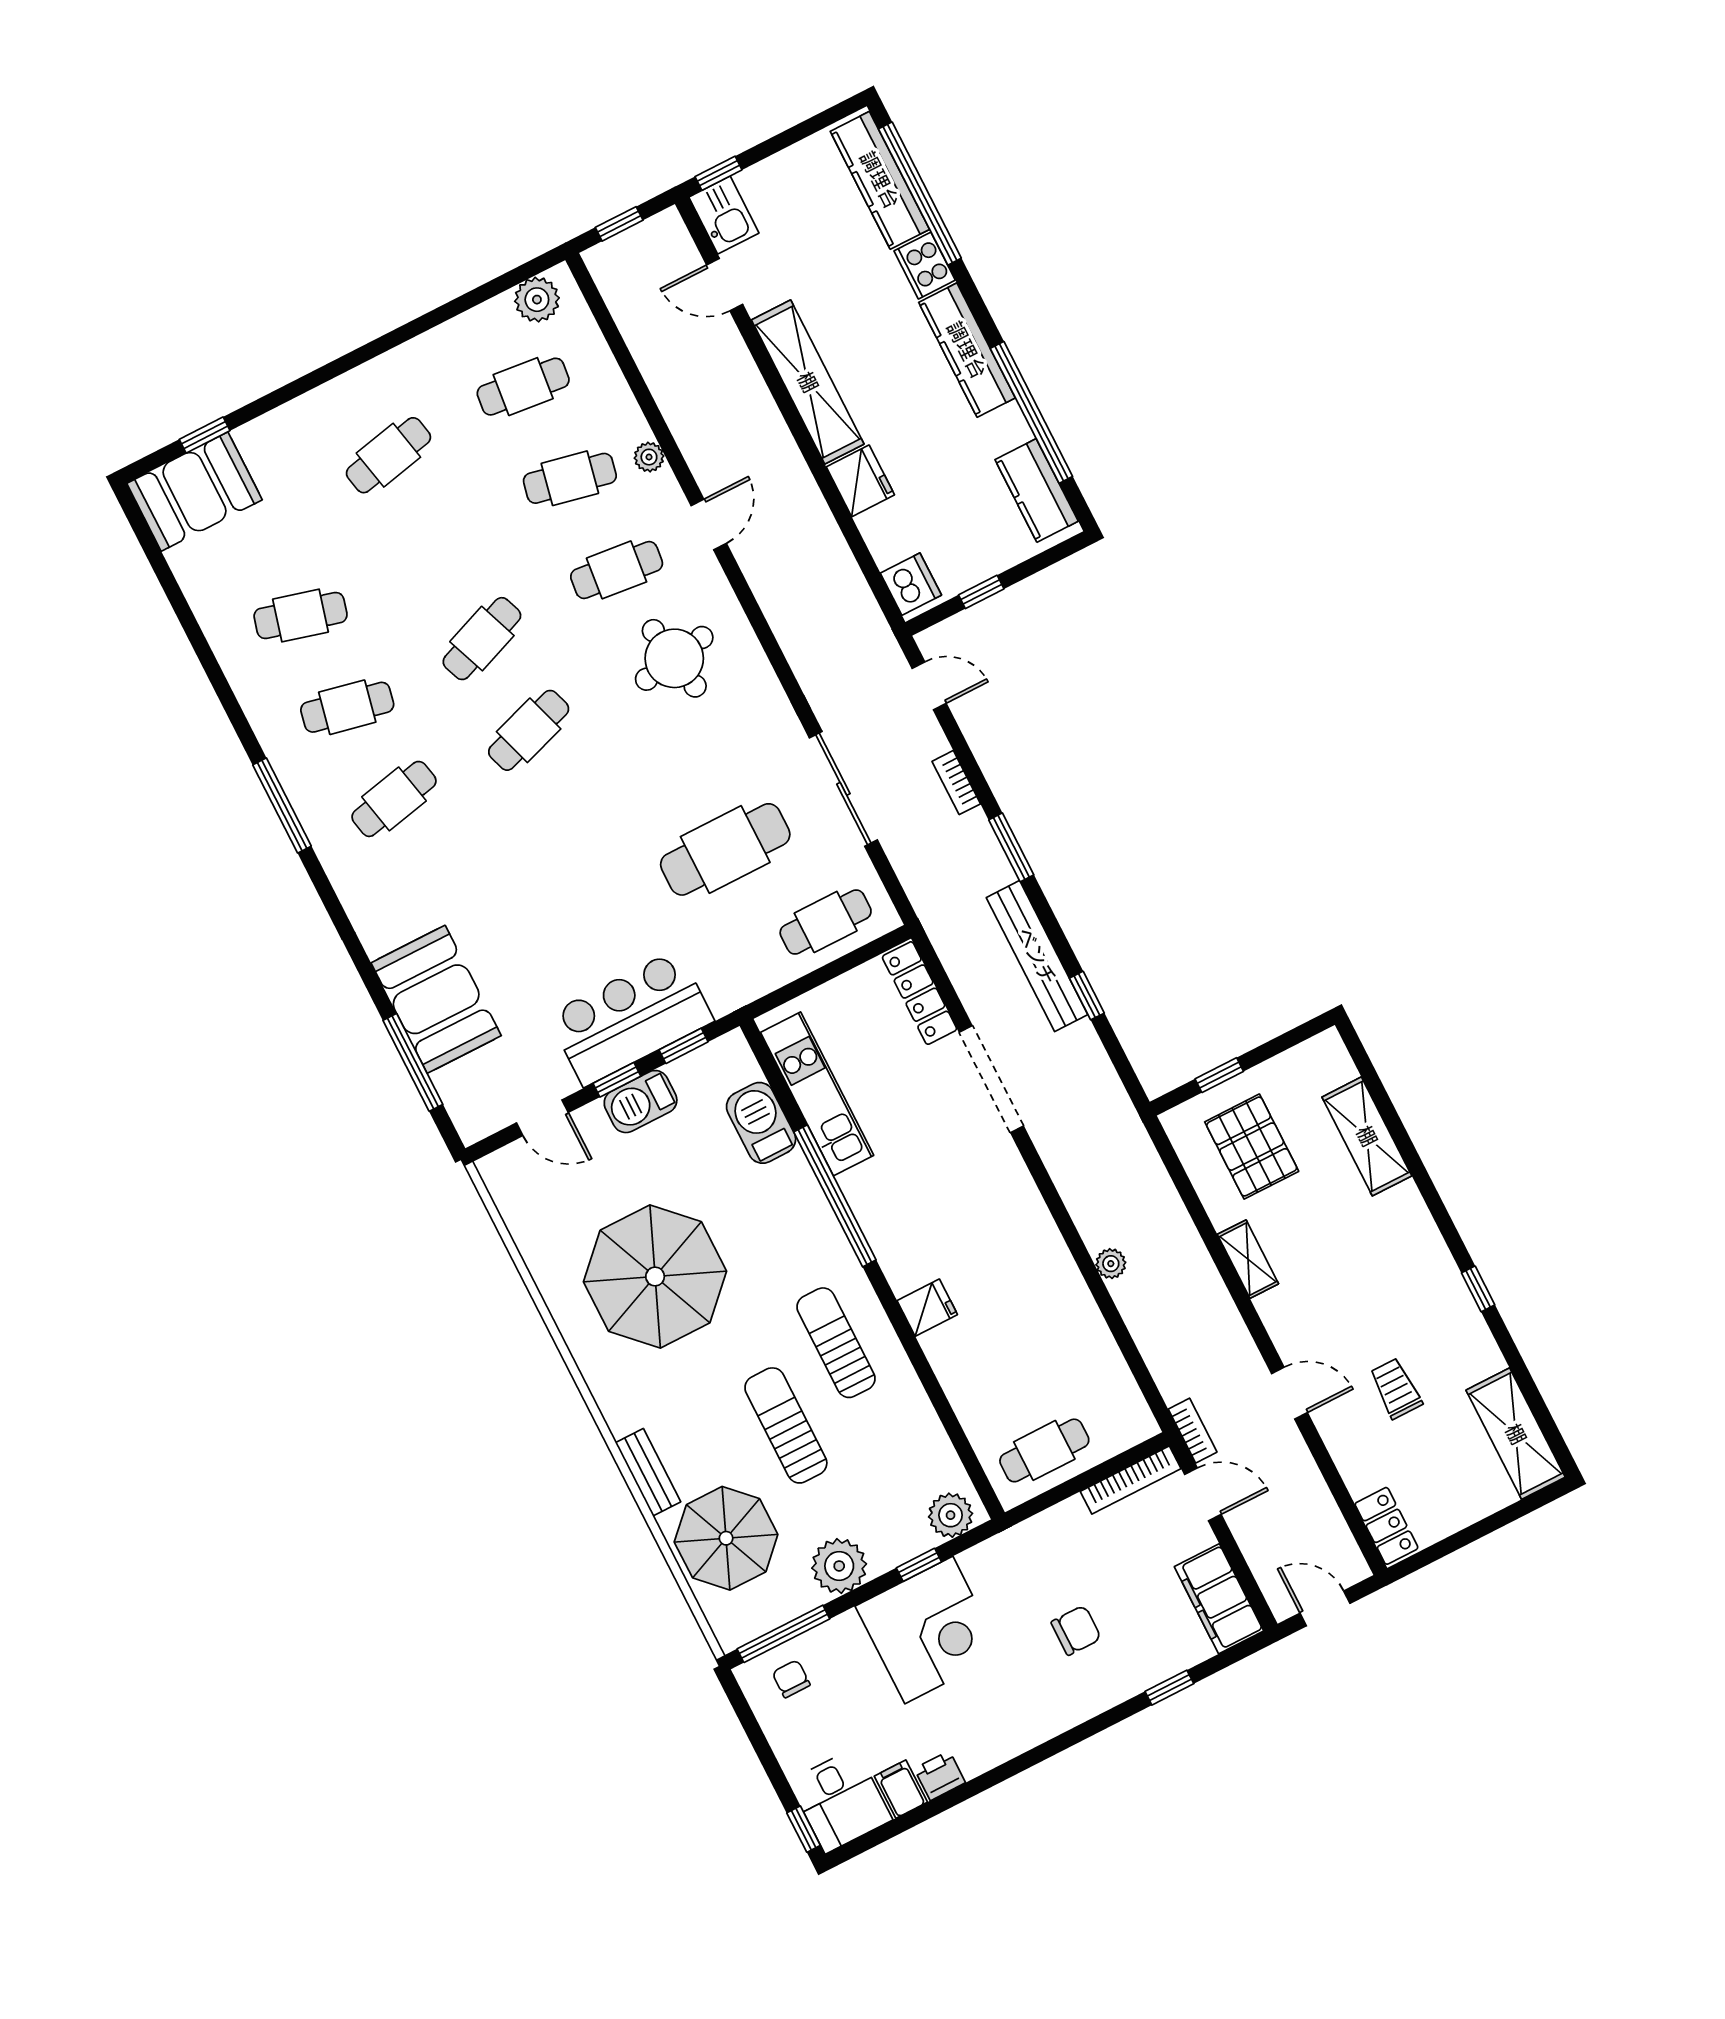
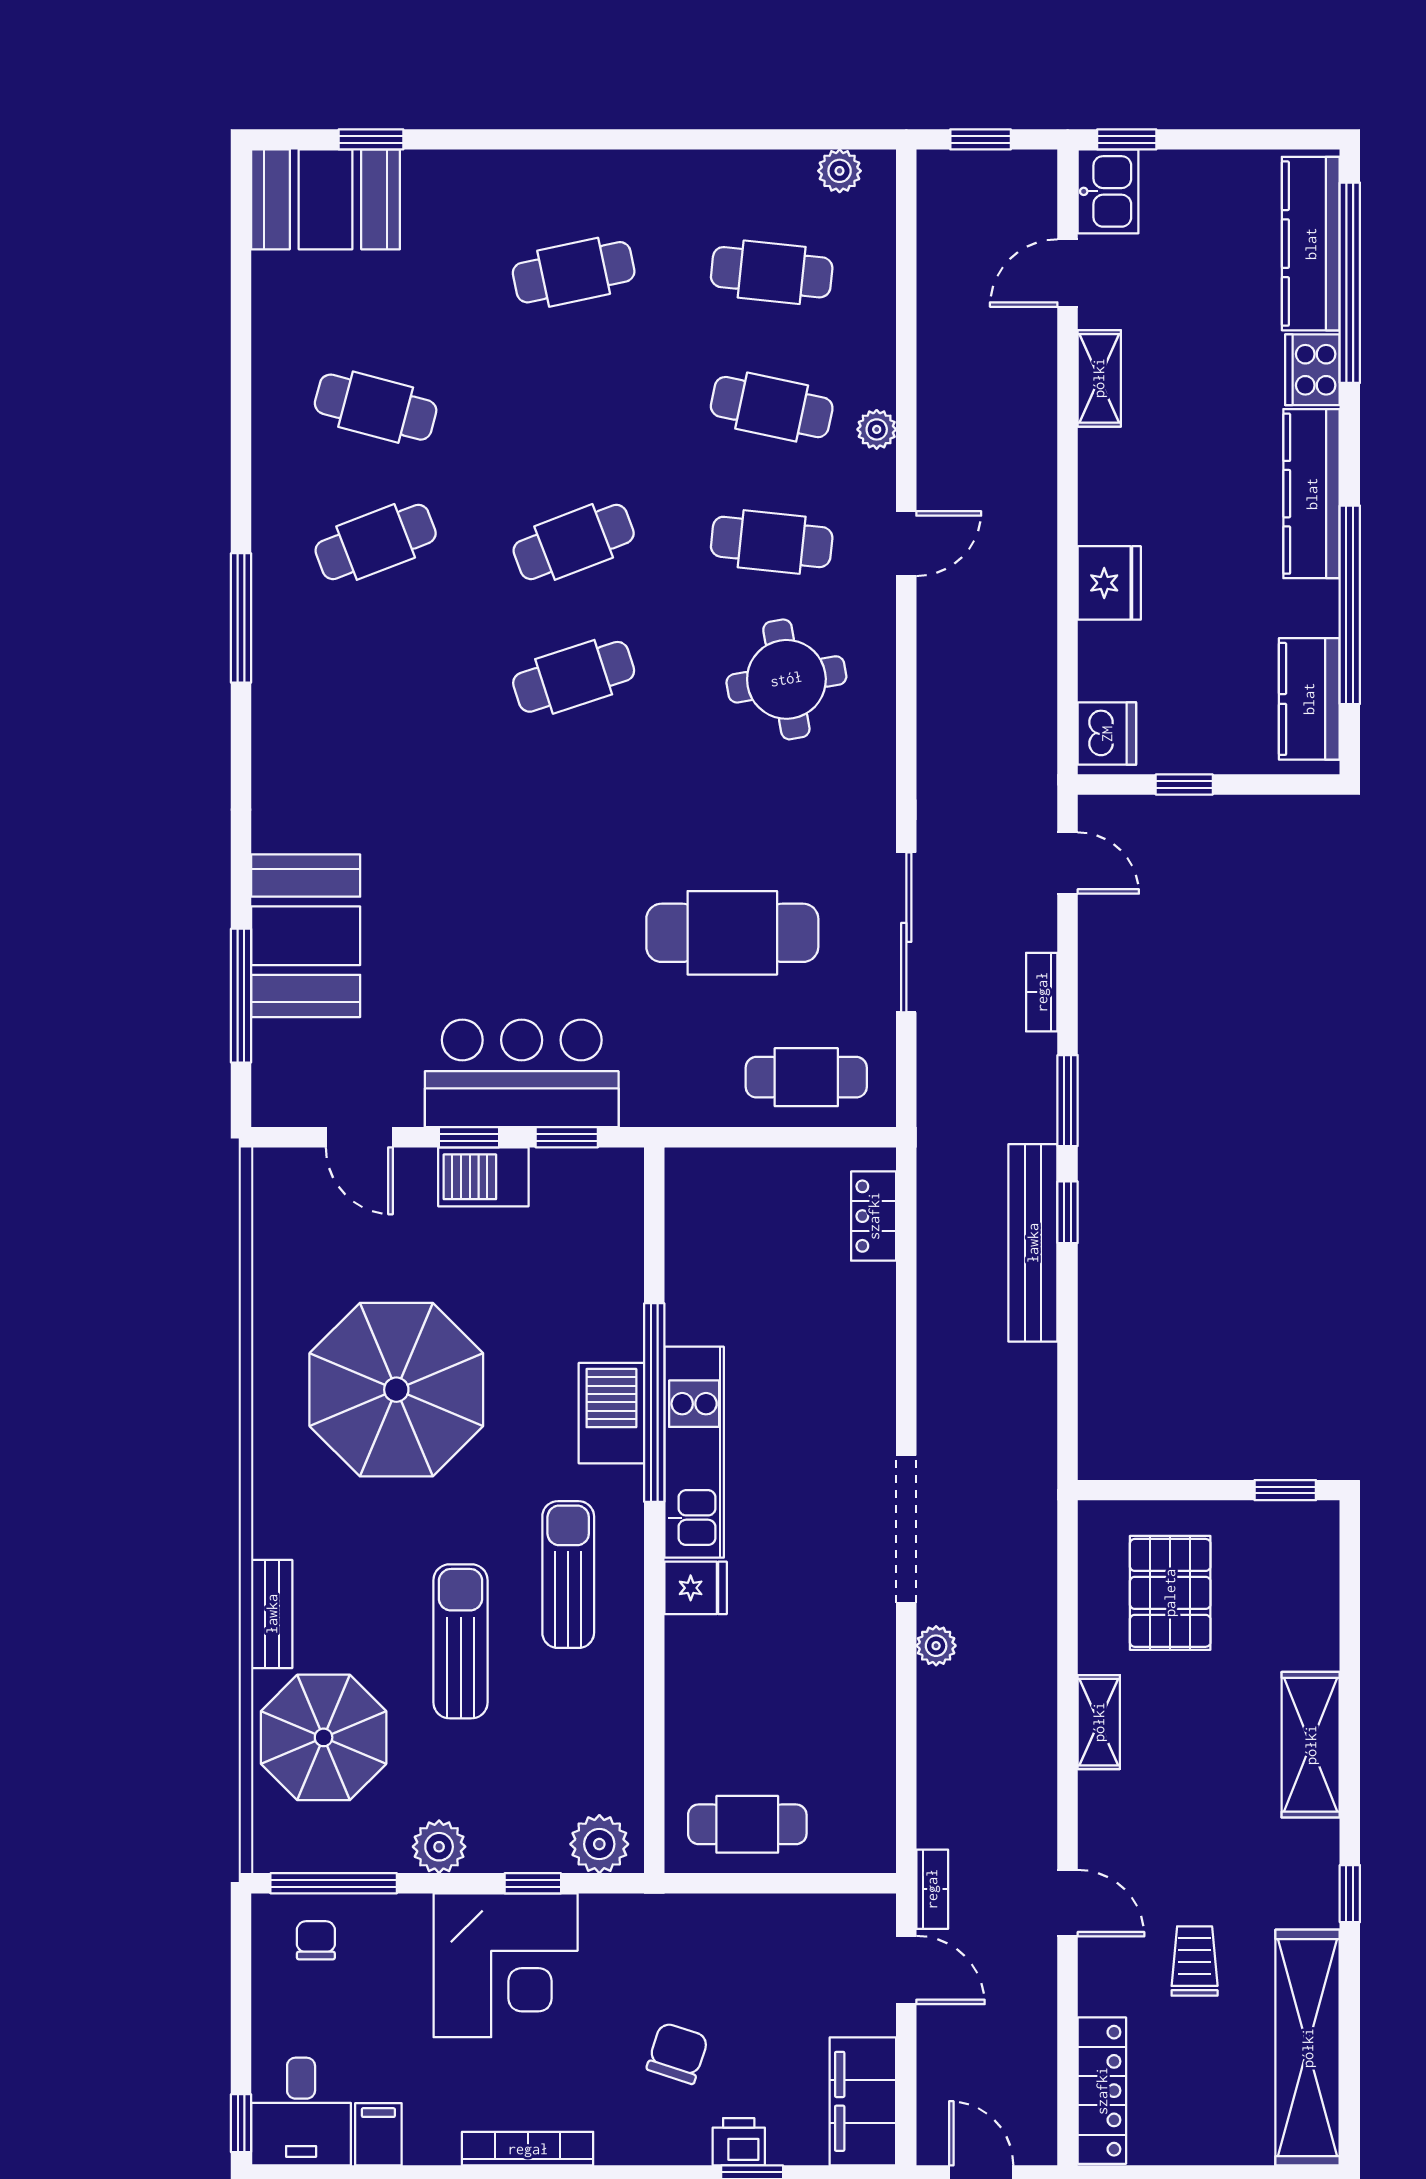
door: (725, 285) -> (1068, 273), hinge flipped
plant: (537, 300) -> (840, 171), width x0.73, depth x0.73
shelving: (808, 382) -> (1099, 378), width x0.45, depth x0.75
cafe table: (347, 707) -> (376, 542), turned -33
cafe table: (394, 799) -> (376, 677), removed
locker: (920, 993) -> (874, 1216), width x0.66
window: (1087, 996) -> (1068, 1212), moved
window: (1219, 1075) -> (1285, 1490), moved
doorway: (991, 1079) -> (906, 1529), moved
kitchen unit: (817, 1094) -> (694, 1452), moved
barbecue: (761, 1123) -> (611, 1413), moved
shelving: (1367, 1136) -> (1311, 1745), moved
shelving: (1516, 1434) -> (1308, 2048), width x1.47
bookcase: (1131, 1480) -> (528, 2149), moved, turned 180
locker: (1386, 1526) -> (1102, 2091), width x1.53
plant: (839, 1566) -> (439, 1847), width x0.73, depth x0.73
chair: (1076, 1630) -> (677, 2053), turned -72
printer: (940, 1776) -> (739, 2142), moved

